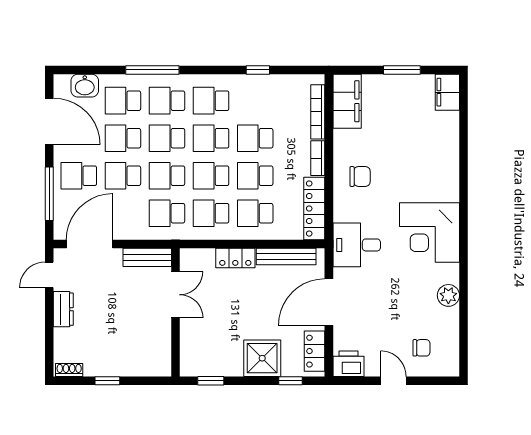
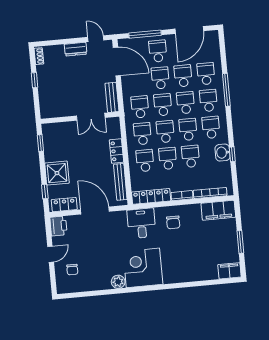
washbasin: (85, 86) -> (222, 153), moved
desk: (357, 245) -> (141, 223), moved
plant: (448, 295) -> (118, 282), moved

